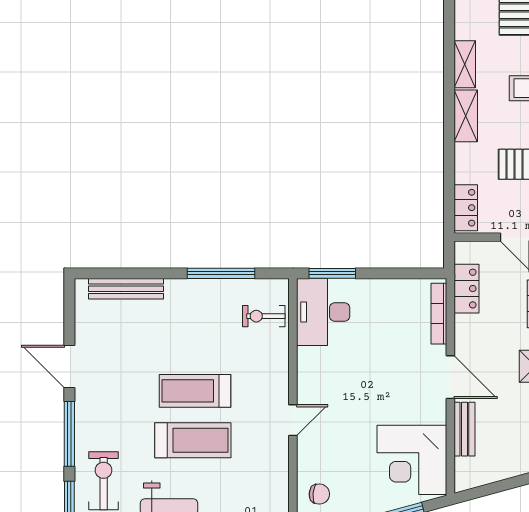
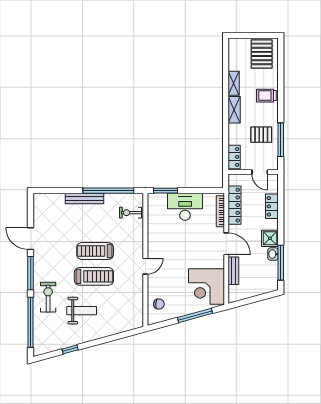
window: (221, 273) -> (108, 191), width x1.46
bench: (126, 289) -> (85, 199), moved
locker: (467, 289) -> (235, 205), width x1.53
desk: (323, 312) -> (185, 207), moved, turned 90

